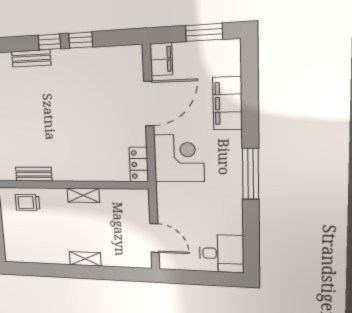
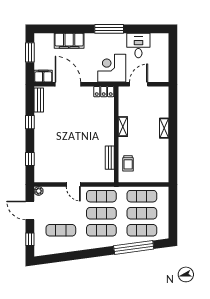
window: (49, 42) -> (30, 159), moved
bench: (31, 58) -> (39, 100), moved
corner desk: (179, 158) -> (112, 68), moved
door: (154, 238) -> (139, 84), moved
desk: (221, 254) -> (138, 45), moved

